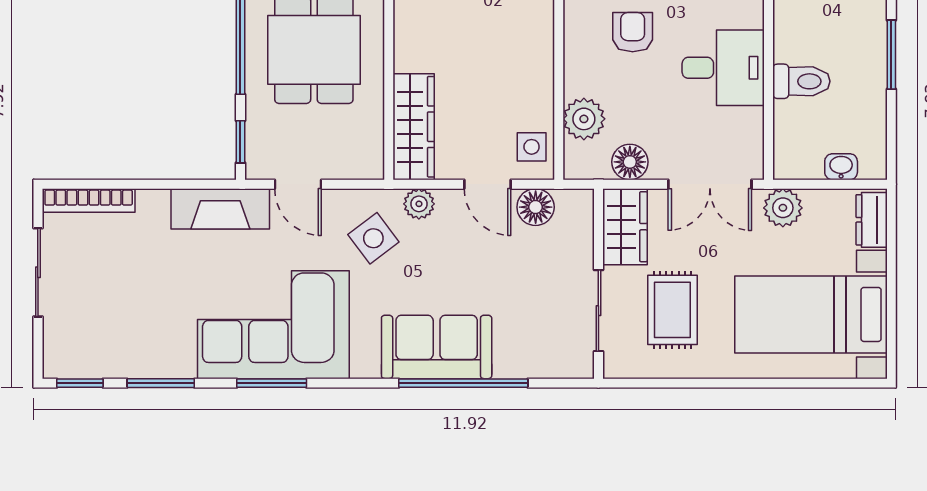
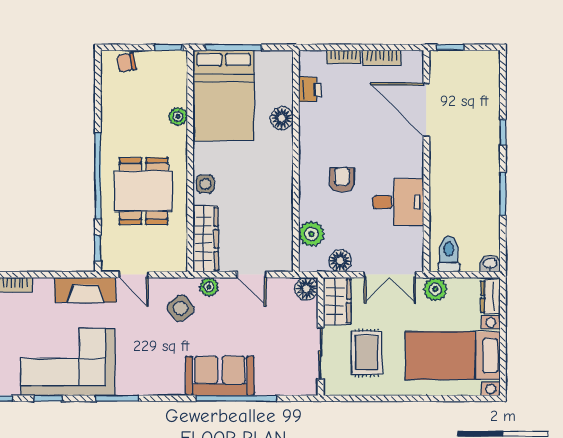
toilet: (801, 81) -> (449, 254), moved, turned -90
side table: (532, 147) -> (205, 184), moved
washbasin: (841, 167) -> (490, 264), moved
floor lamp: (536, 207) -> (306, 289), moved
corner sofa: (273, 325) -> (68, 362), moved
window: (161, 383) -> (48, 398), width x0.67

